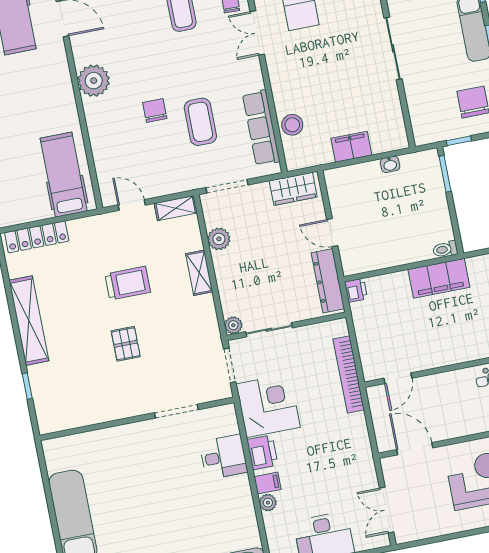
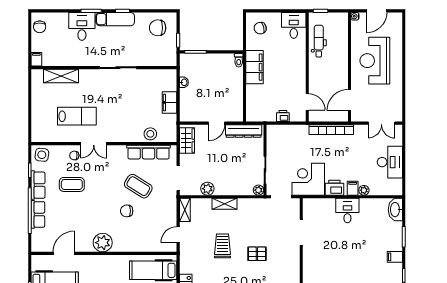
coffee table: (200, 122) -> (138, 186), turned 32
printer: (356, 290) -> (283, 116), moved
bookcase: (349, 374) -> (331, 130), moved
desk: (223, 457) -> (347, 211), moved

